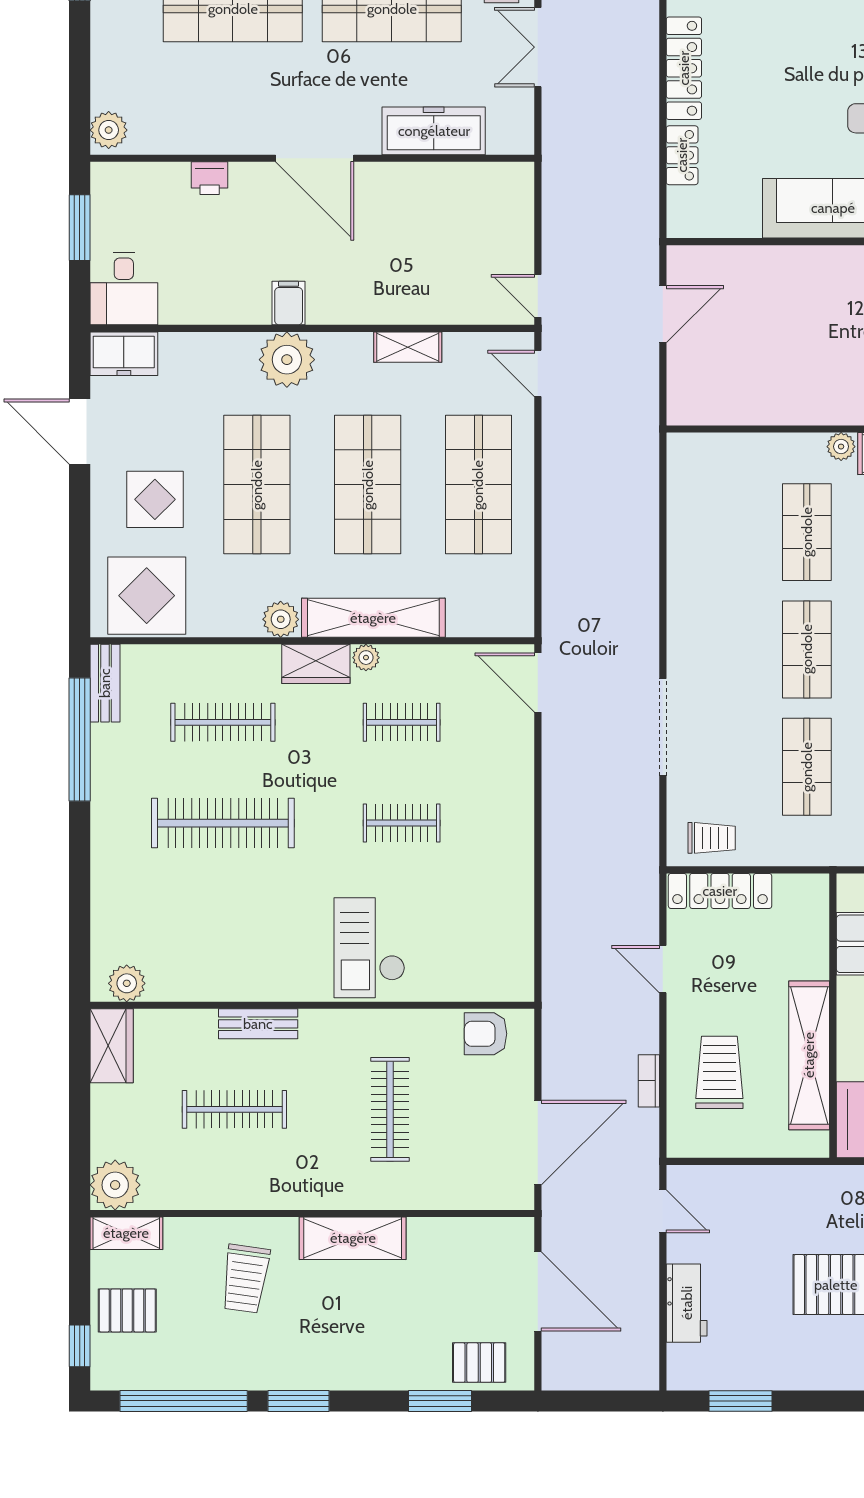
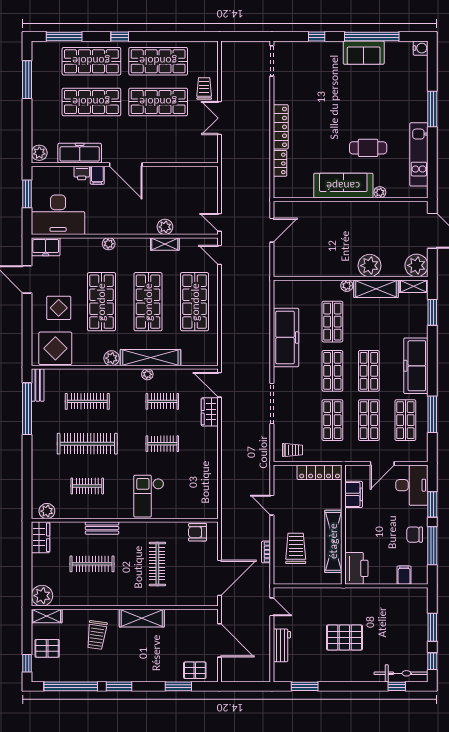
freezer: (434, 131) -> (80, 153), moved
desk: (124, 288) -> (58, 215), width x1.87, depth x1.30
filing cabinet: (289, 303) -> (97, 175), moved, turned 180
plant: (408, 306) -> (165, 227), added
plant: (287, 360) -> (109, 244), width x0.53, depth x0.53
freezer: (696, 570) -> (286, 337), added
wardrobe: (316, 664) -> (210, 412), moved, turned 90
locker: (720, 891) -> (320, 472), moved
clothes rail: (223, 924) -> (87, 486), added

